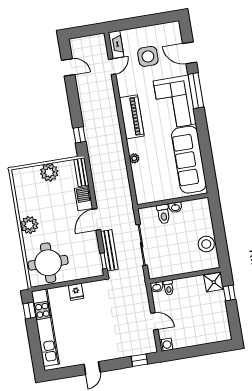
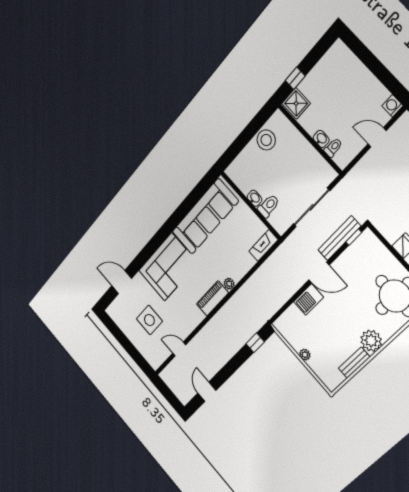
fireplace: (116, 44) -> (263, 245), moved
door: (190, 53) -> (122, 282), swing flipped
window: (196, 91) -> (146, 253), removed
piano: (132, 117) -> (212, 298), width x0.73, depth x0.75
plant: (134, 158) -> (229, 284), moved
plant: (49, 172) -> (305, 355), width x0.53, depth x0.53
bench: (81, 172) -> (354, 363), moved
washbasin: (157, 287) -> (321, 139), moved
door: (154, 321) -> (377, 137), hinge flipped

